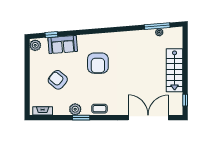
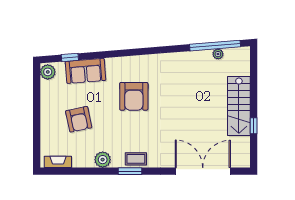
window: (157, 26) -> (215, 46), width x1.46
armchair: (58, 80) -> (79, 119), turned -142
window: (185, 100) -> (254, 126), moved
window: (81, 118) -> (130, 171), moved

